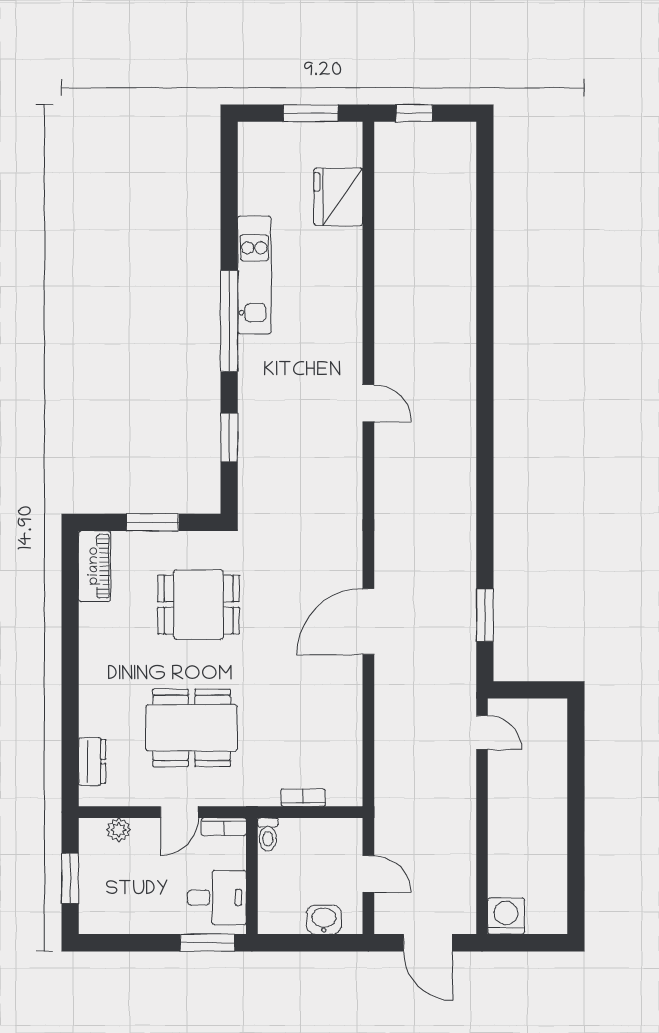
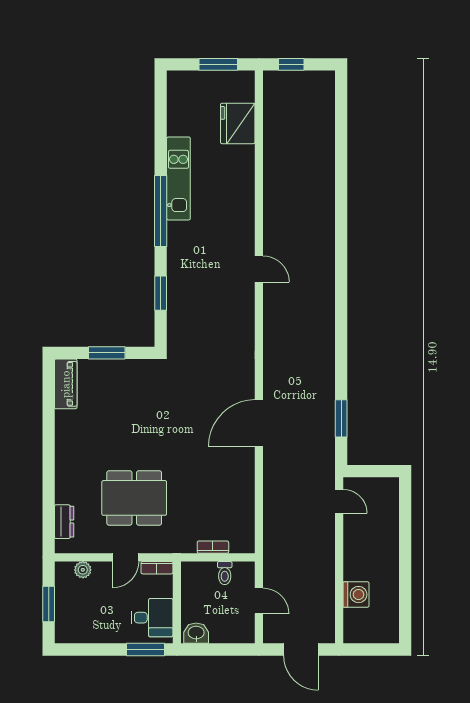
dining table: (199, 605) -> (139, 411), removed
toilet: (268, 834) -> (225, 573), moved
washing machine: (506, 916) -> (356, 595), moved, turned 90
washbasin: (324, 920) -> (196, 633), moved

